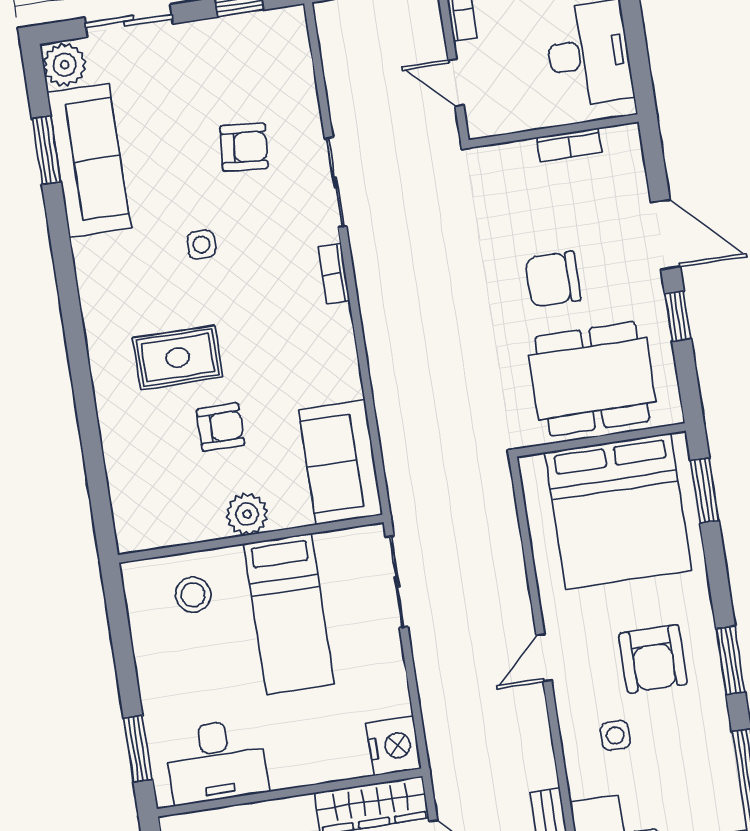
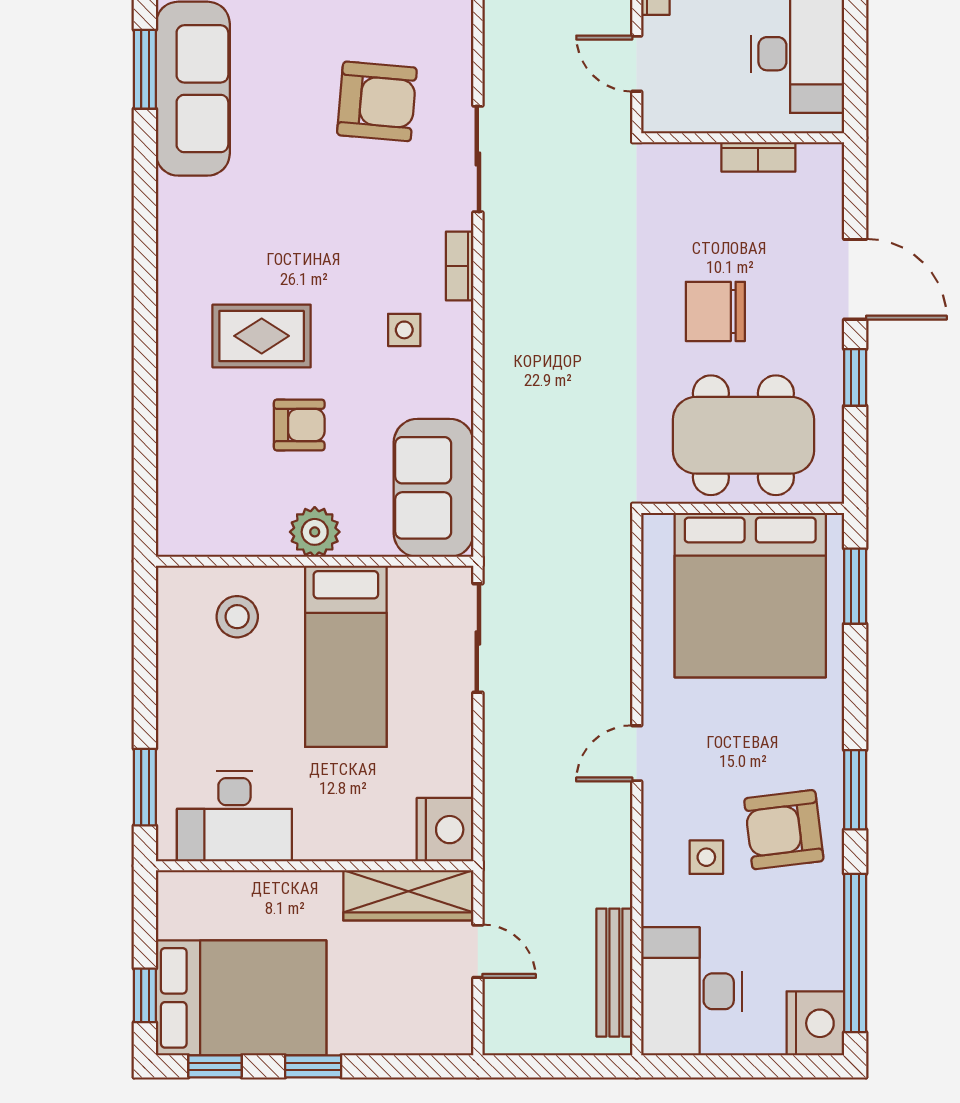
armchair: (244, 147) -> (377, 101), width x1.38, depth x1.38
side table: (201, 245) -> (404, 330), moved
armchair: (653, 659) -> (784, 830), moved, turned 83

